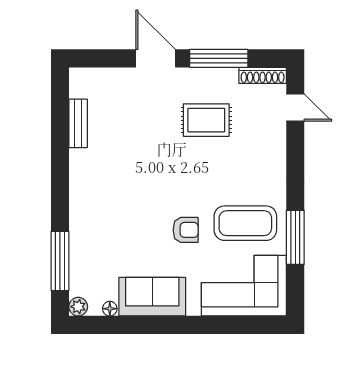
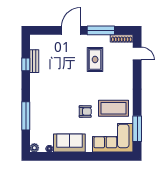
door: (156, 58) -> (71, 30), hinge flipped
rug: (206, 120) -> (95, 59), turned 90
window: (60, 131) -> (26, 64), added
window: (295, 237) -> (137, 129), moved
window: (60, 261) -> (26, 116), moved

